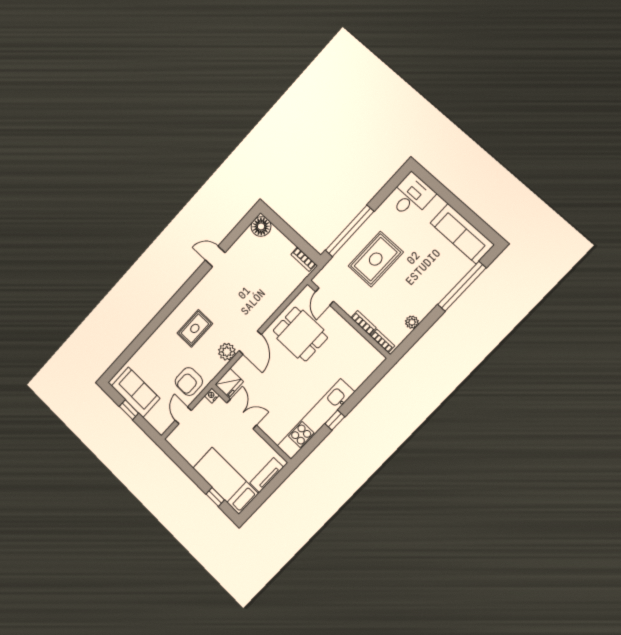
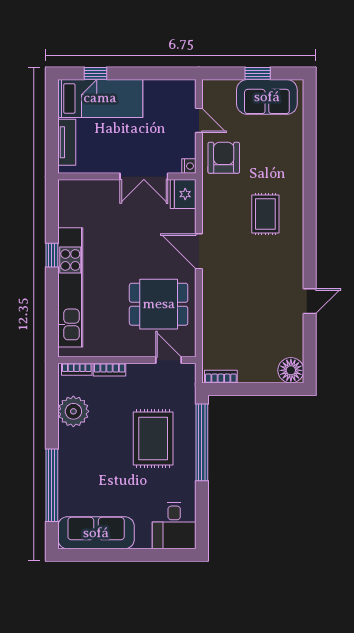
plant: (412, 322) -> (73, 411), width x1.87, depth x1.87
plant: (227, 352) -> (213, 221), removed
kitchen unit: (316, 419) -> (70, 287), moved

